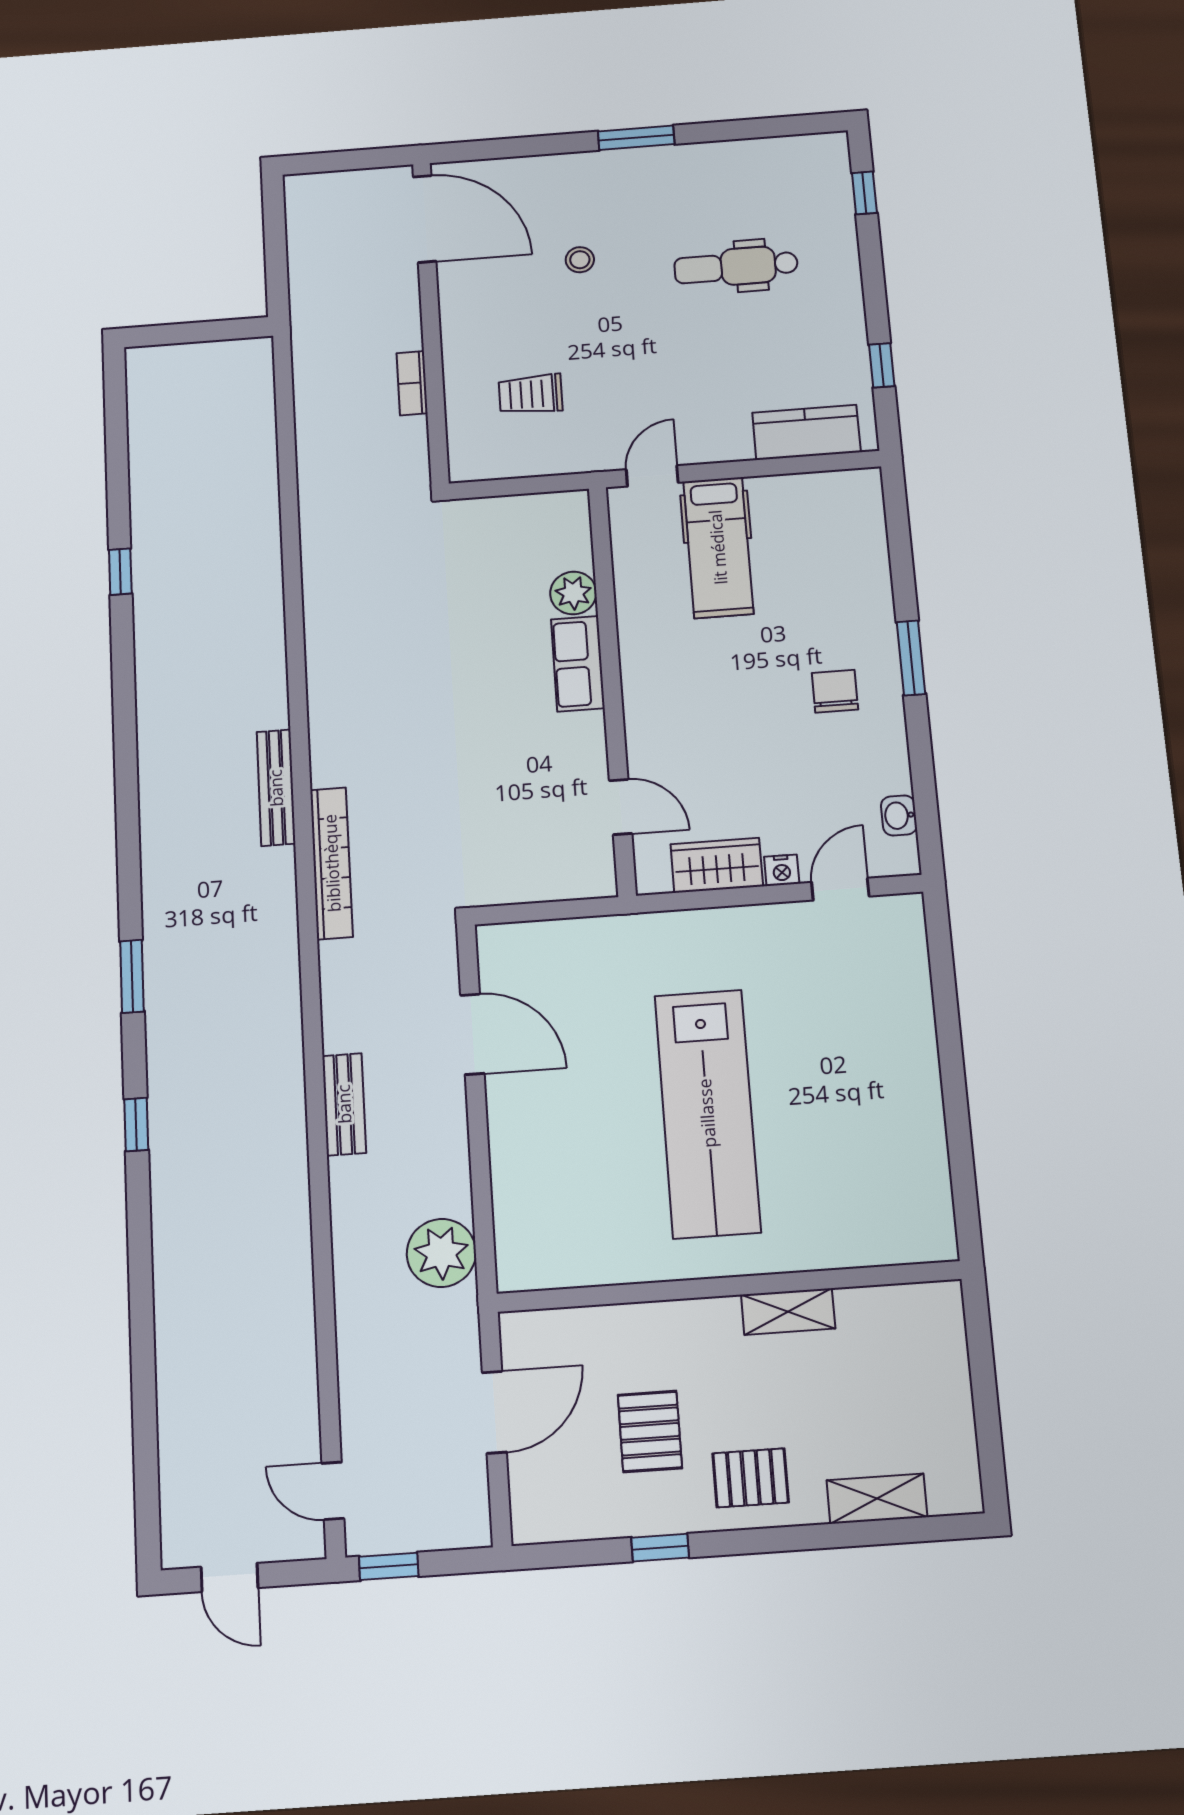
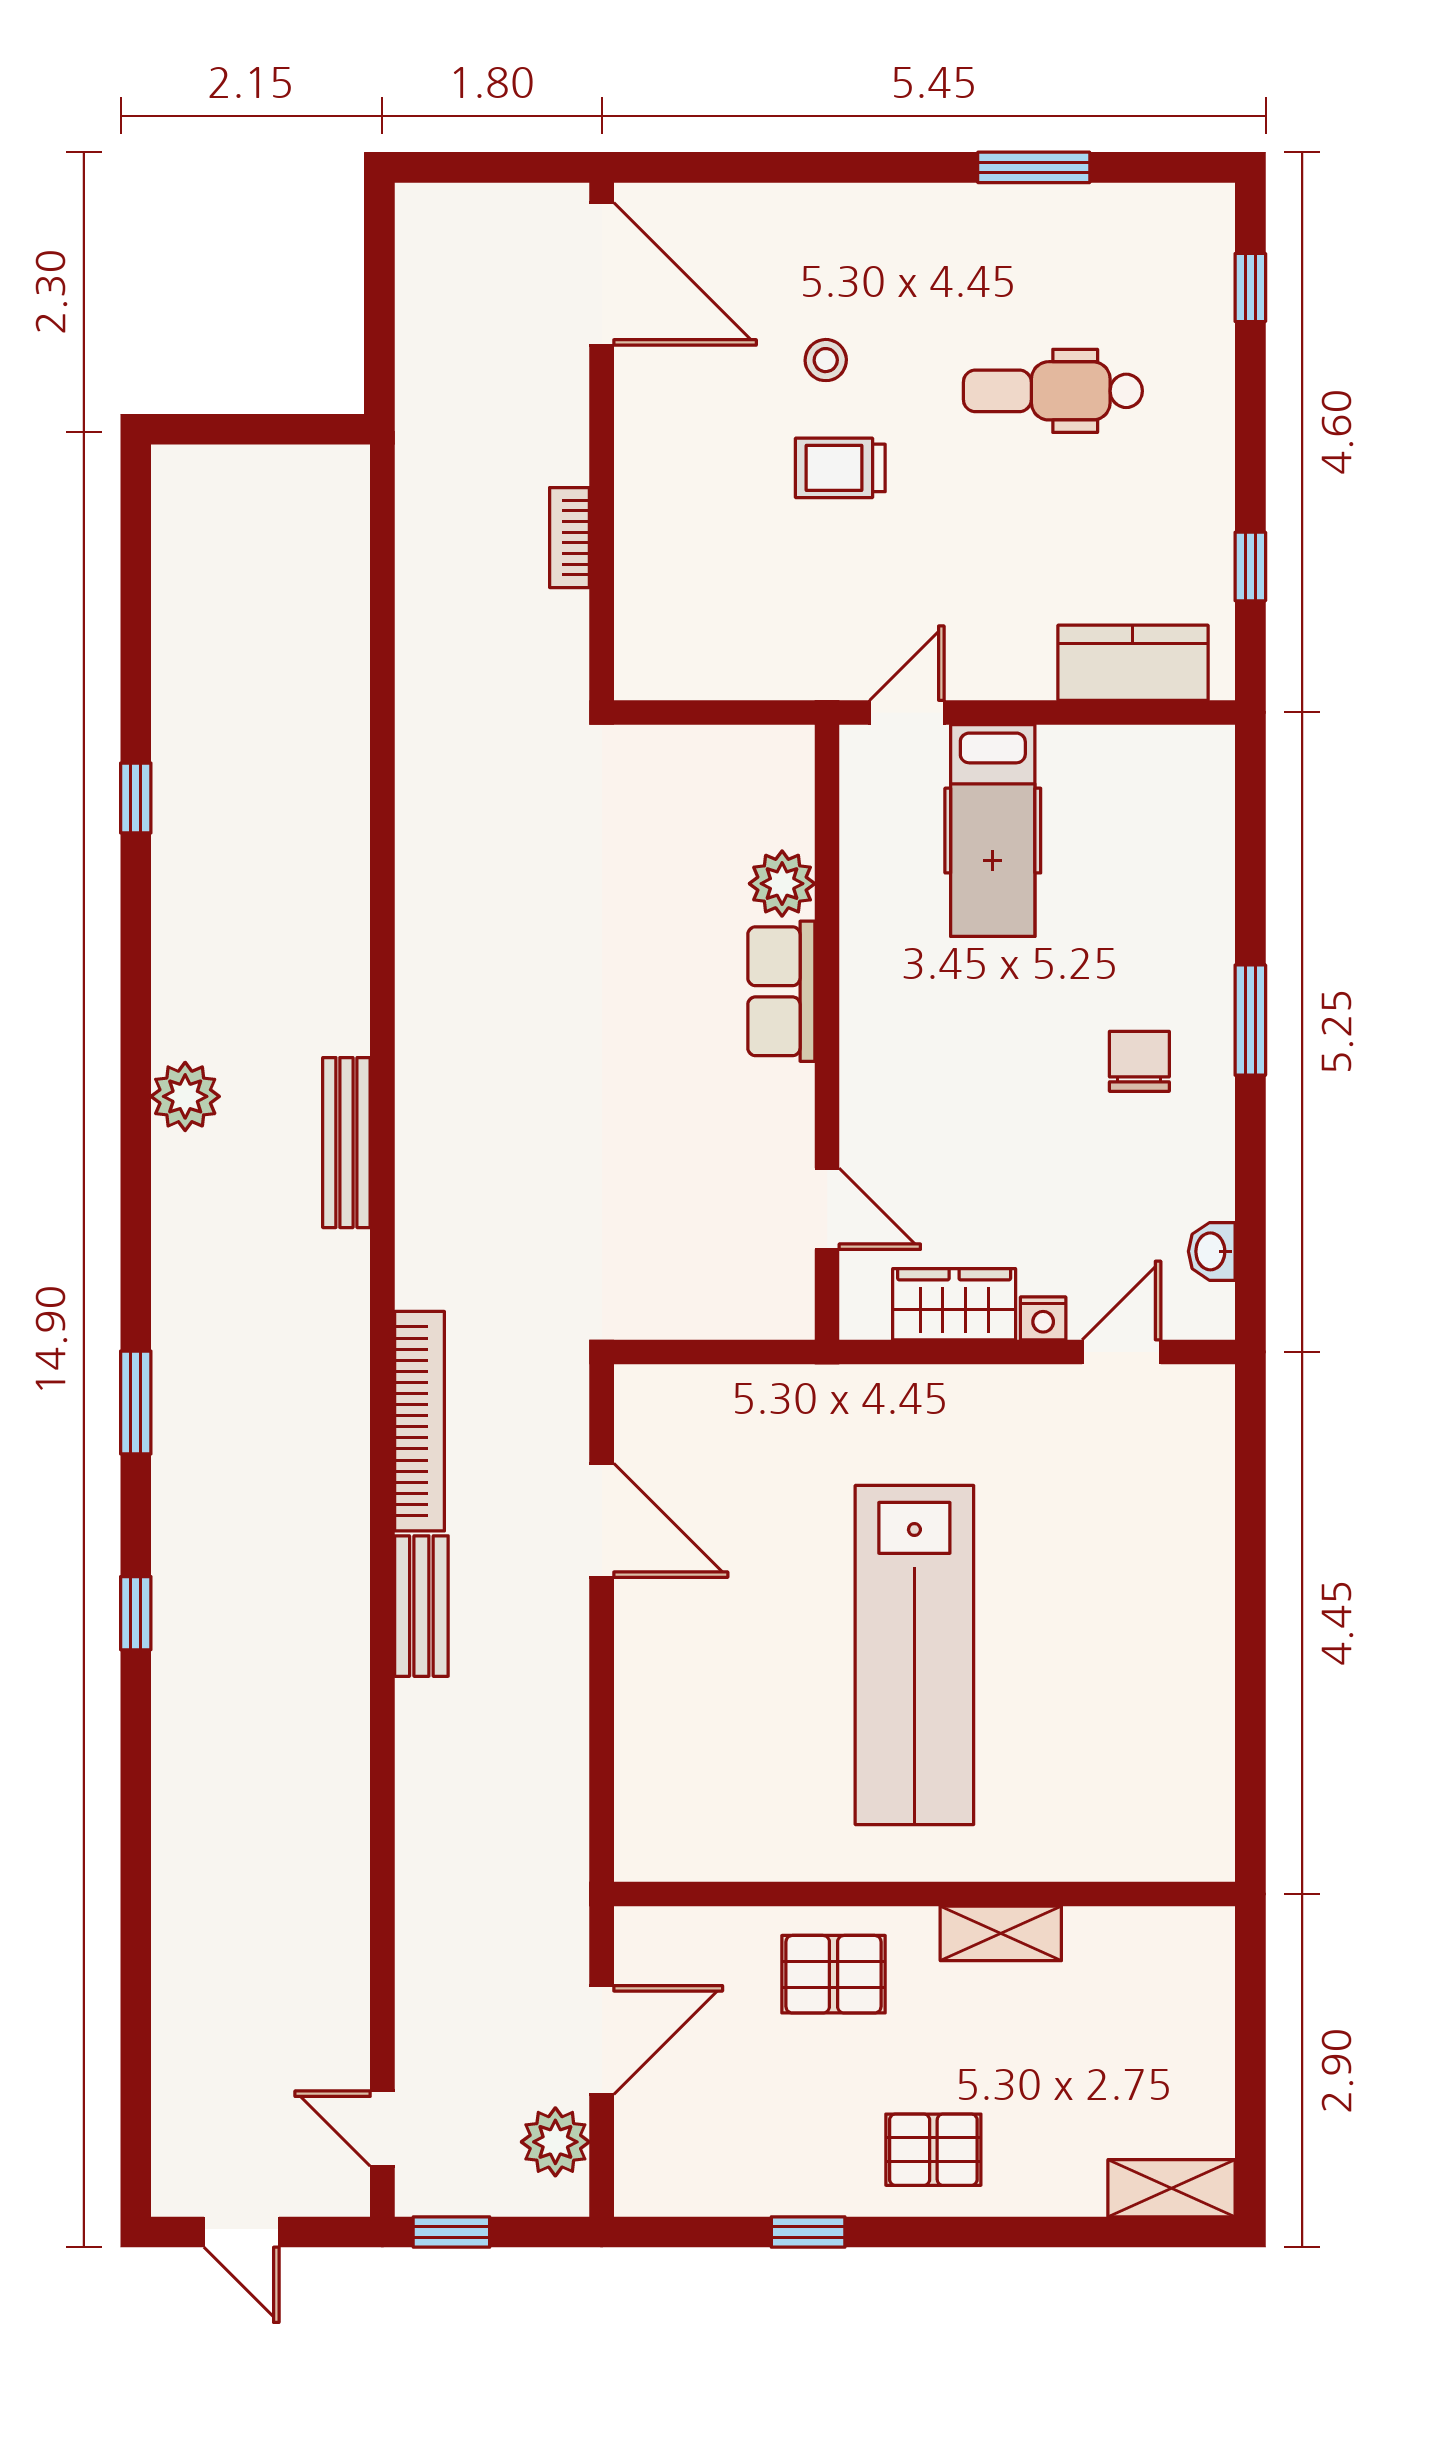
window: (636, 138) -> (1034, 167), moved
trolley: (531, 394) -> (840, 468), moved
plant: (161, 765) -> (185, 1096), added
bookcase: (332, 863) -> (420, 1421), moved
plant: (441, 1253) -> (555, 2142), moved, width x0.73, depth x0.73
pallet: (650, 1431) -> (834, 1974), moved, turned 90
shelving: (877, 1499) -> (1172, 2188), moved

